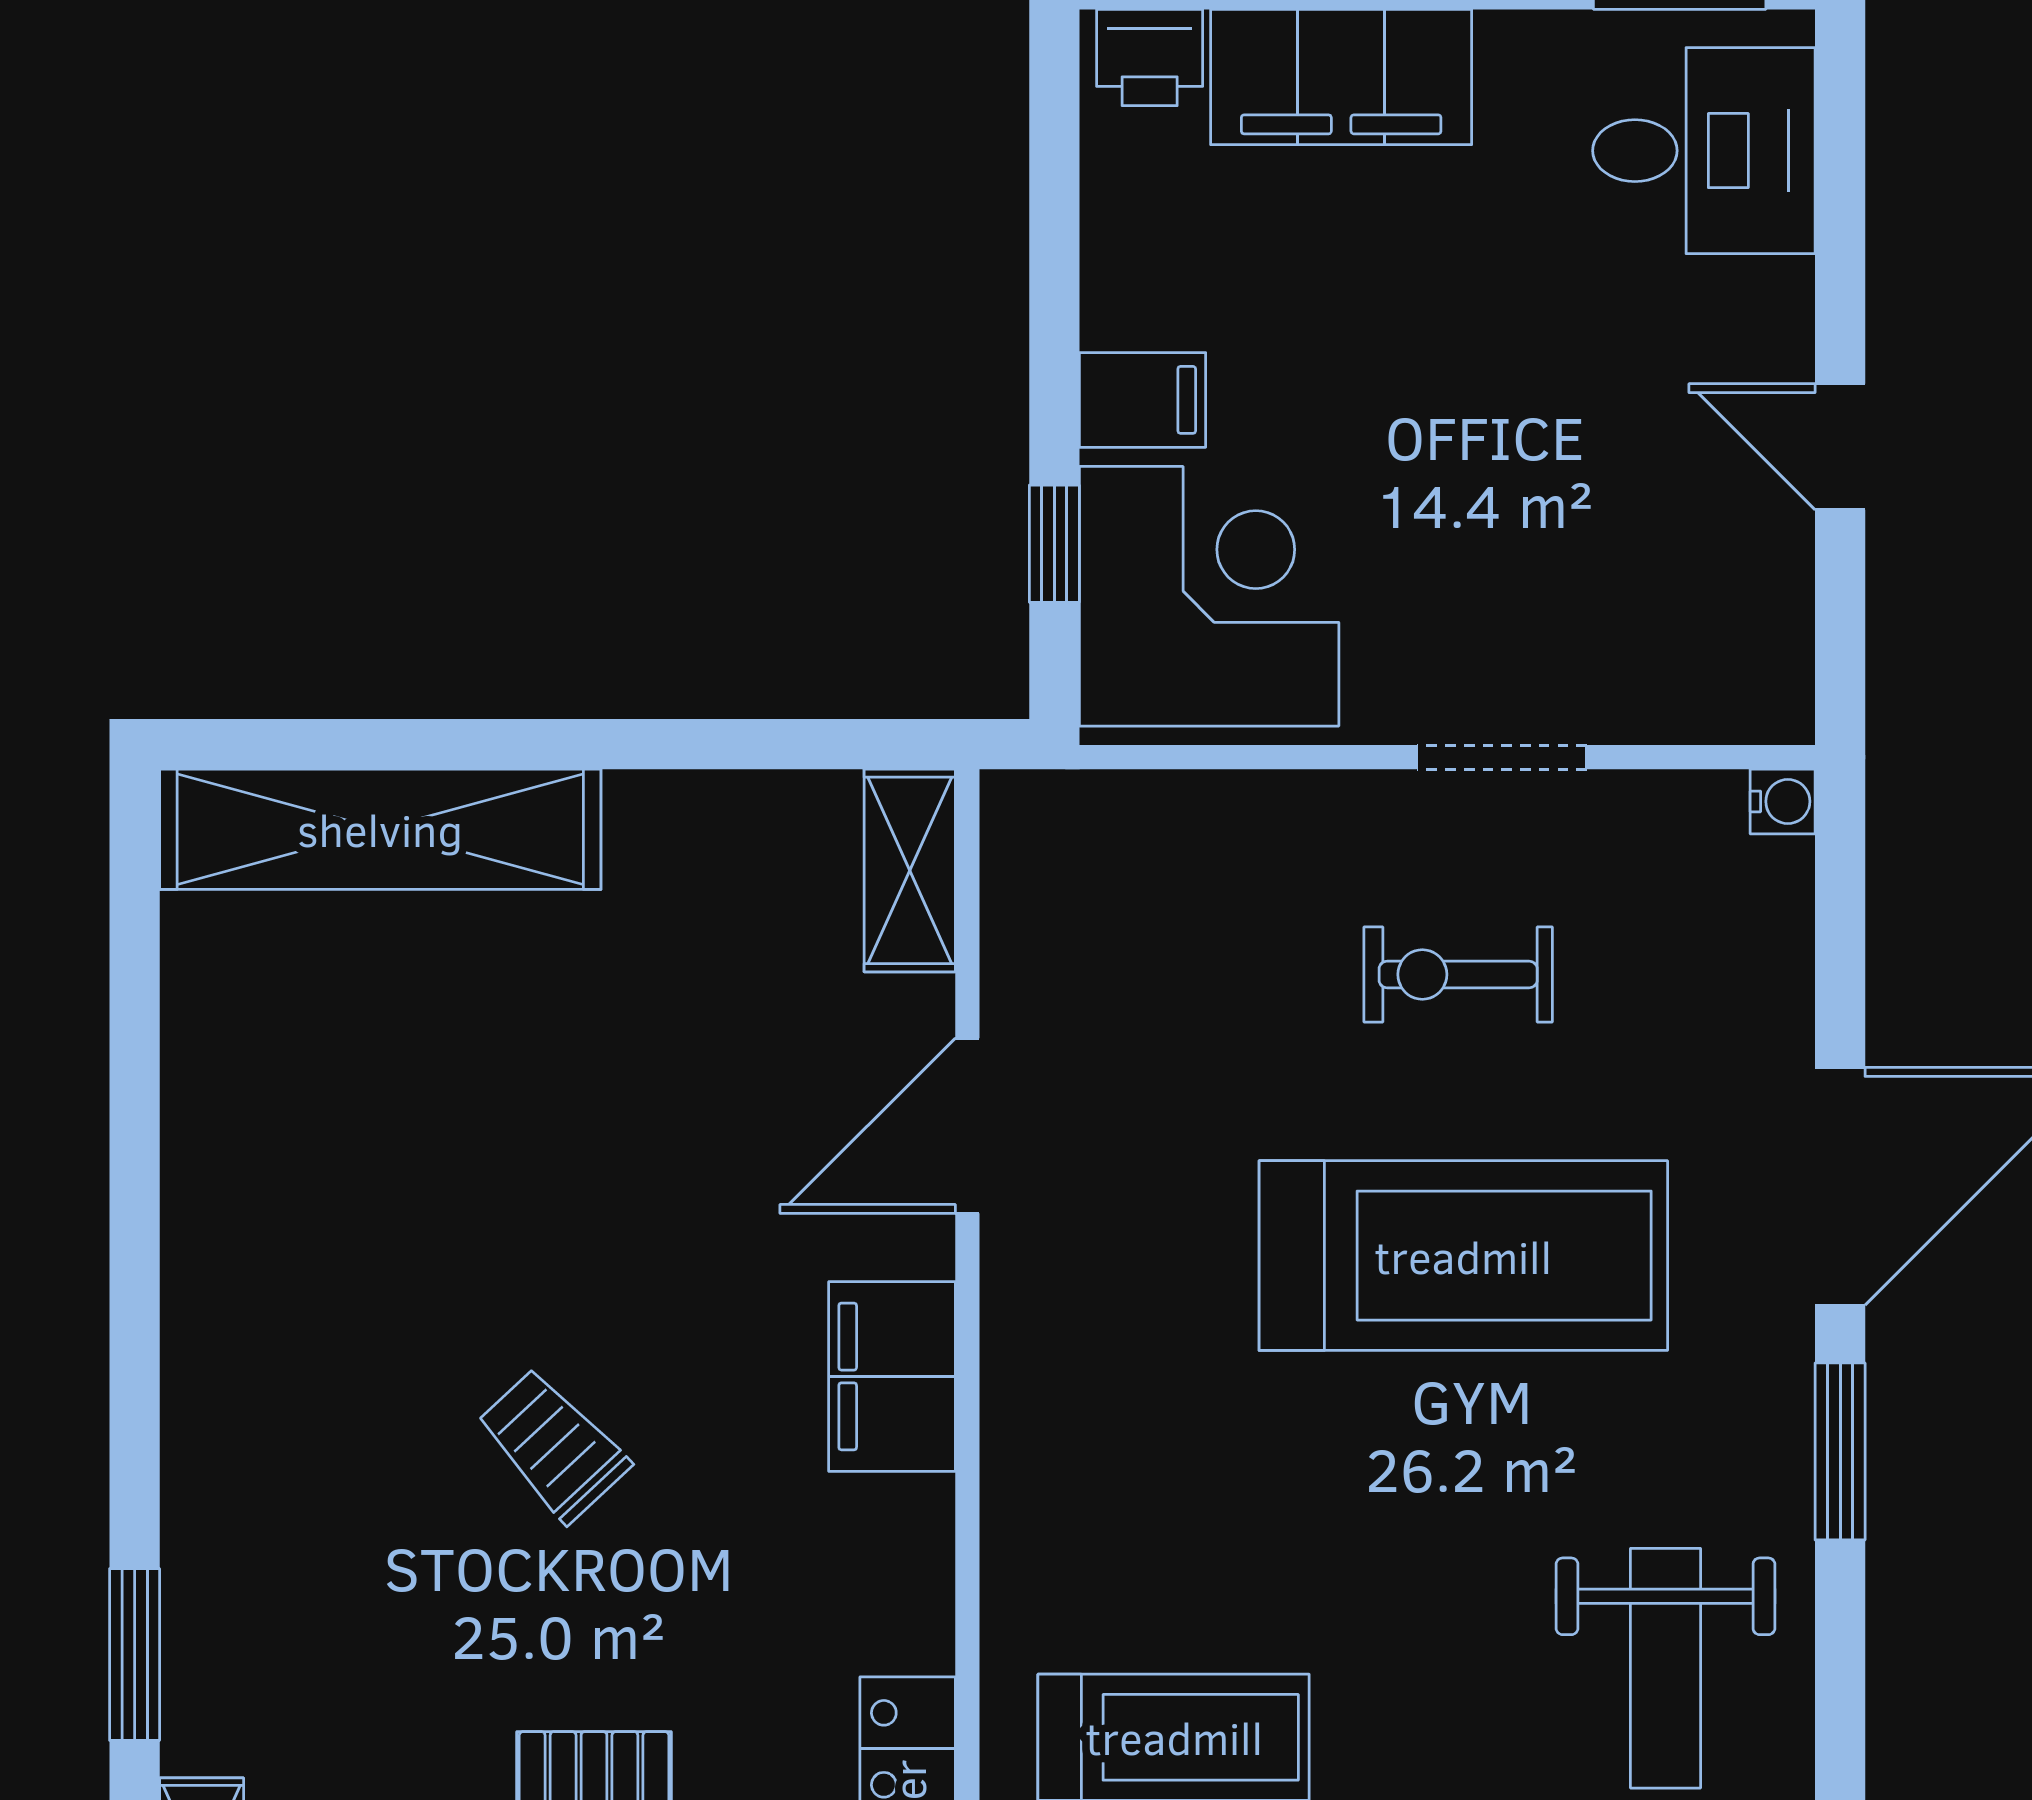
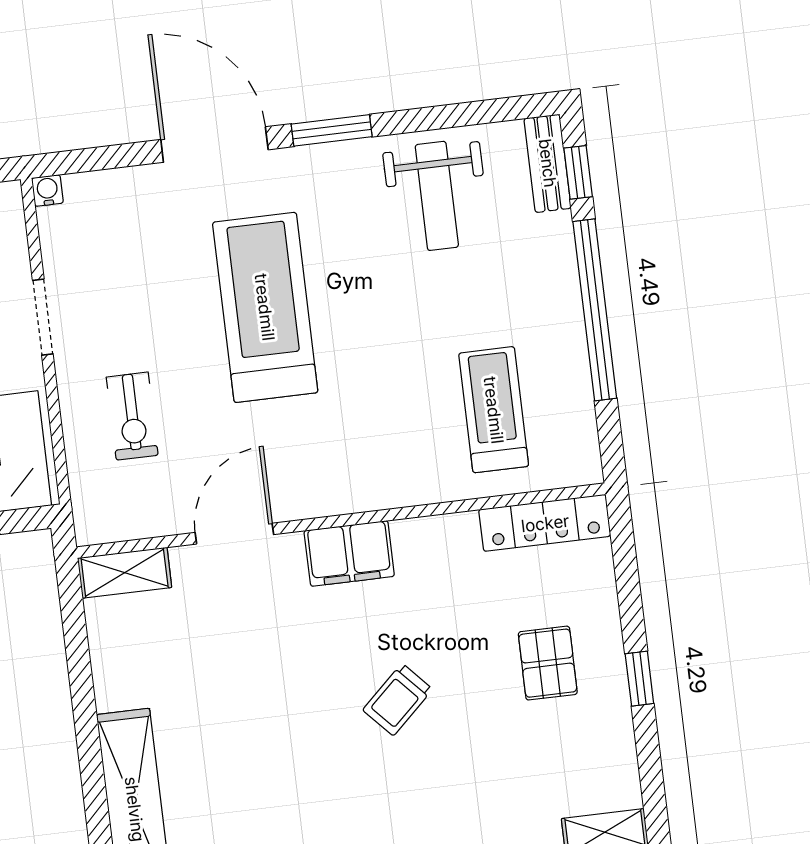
exercise bike: (1458, 974) -> (132, 416), moved
door: (967, 1126) -> (234, 534), swing flipped
weight bench: (1665, 1668) -> (437, 196), turned 90

